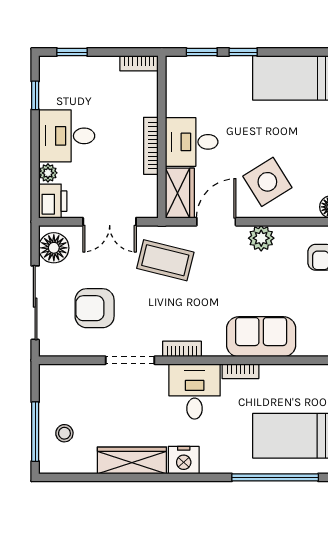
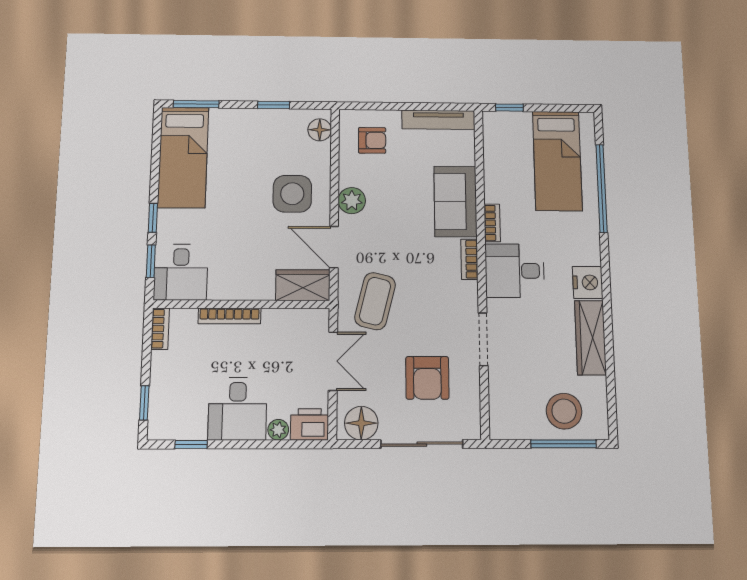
desk: (192, 142) -> (181, 272), moved
bookcase: (151, 146) -> (229, 316), moved
side table: (267, 182) -> (292, 194), turned 32
bookcase: (182, 349) -> (469, 259), moved
stool: (64, 433) -> (564, 411), width x1.89, depth x1.89

